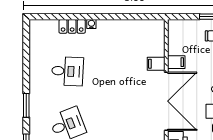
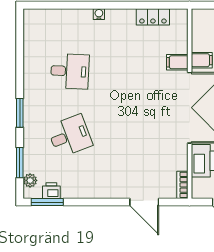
locker: (72, 26) -> (153, 17), moved

